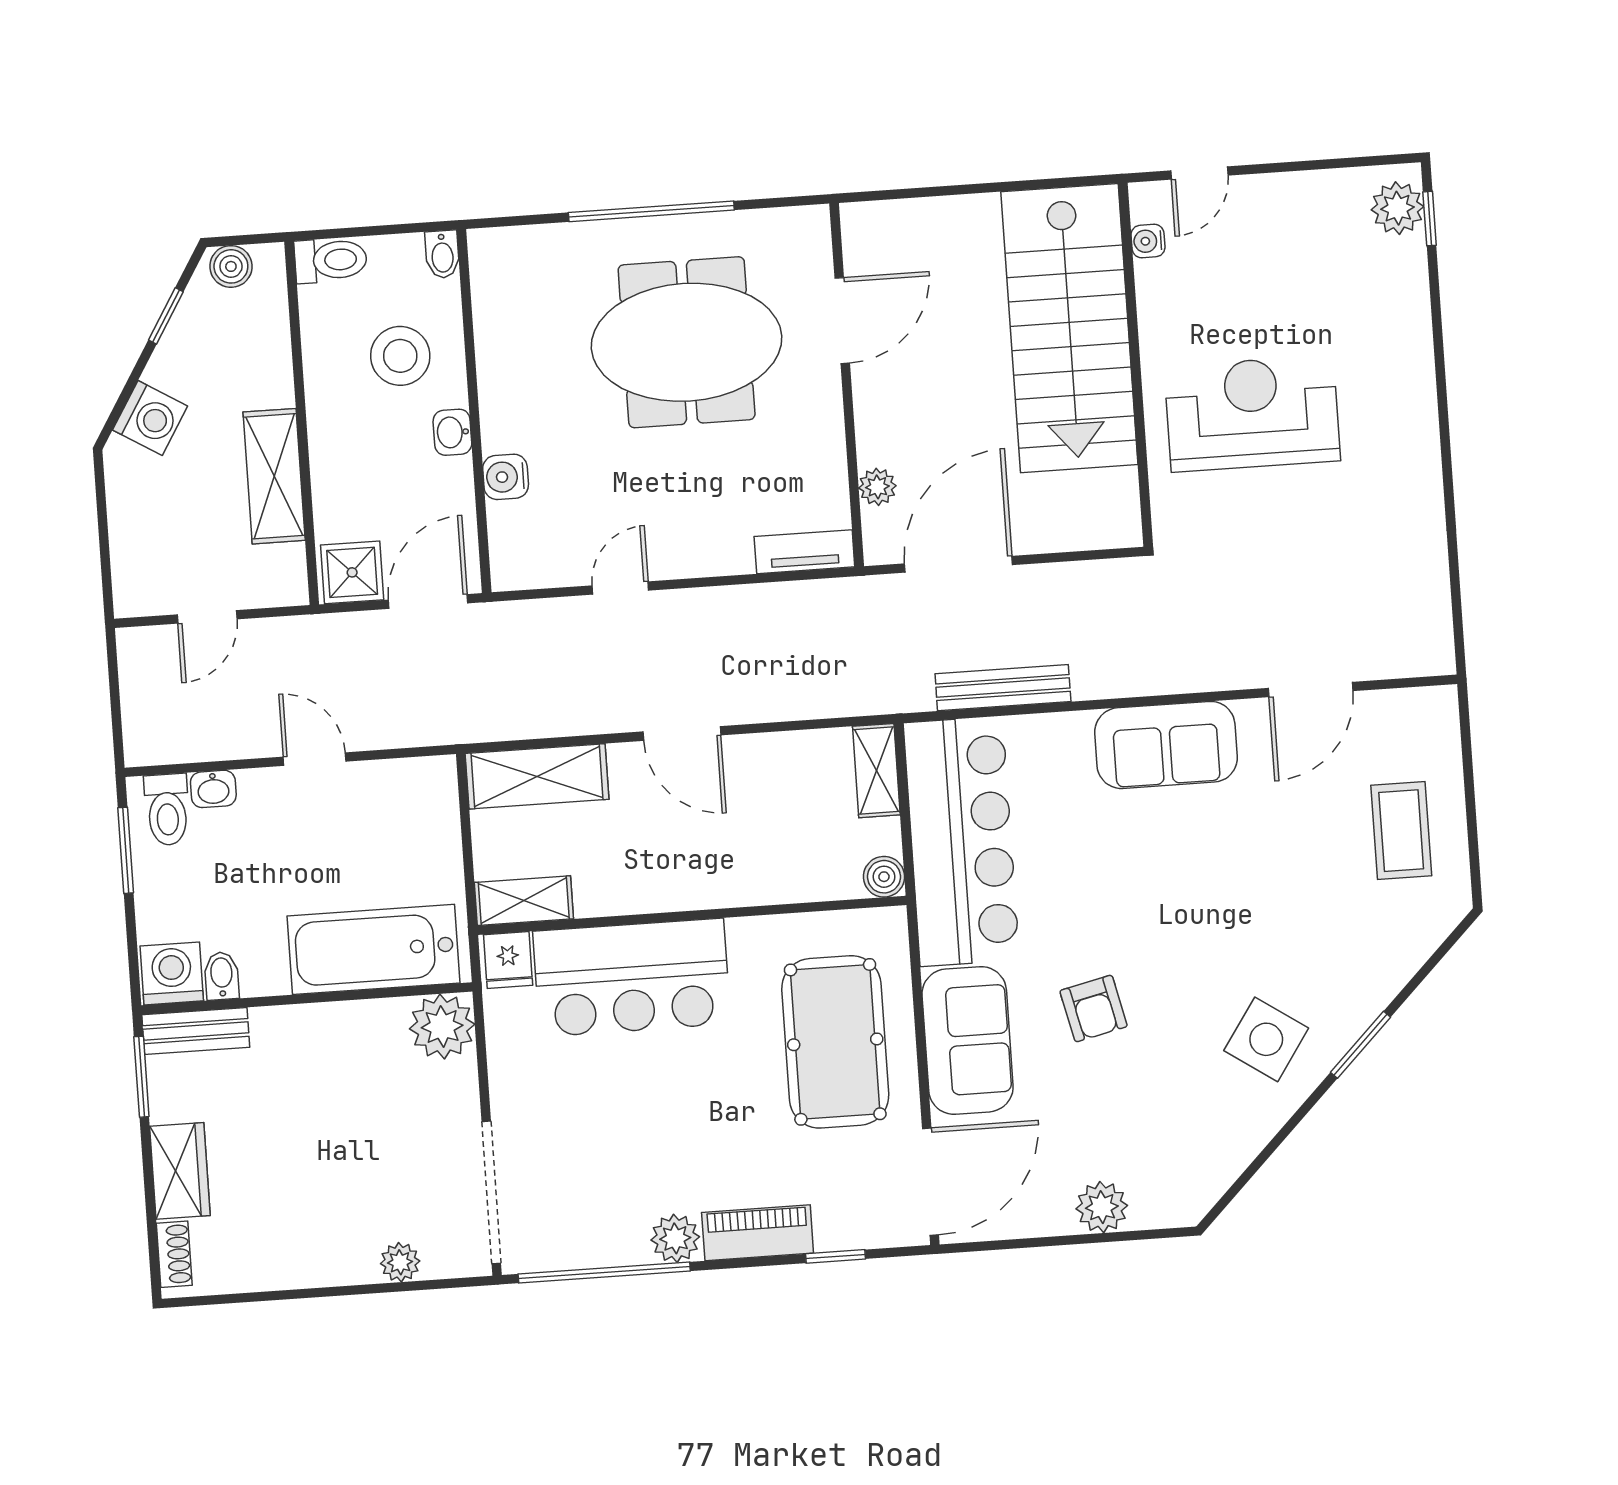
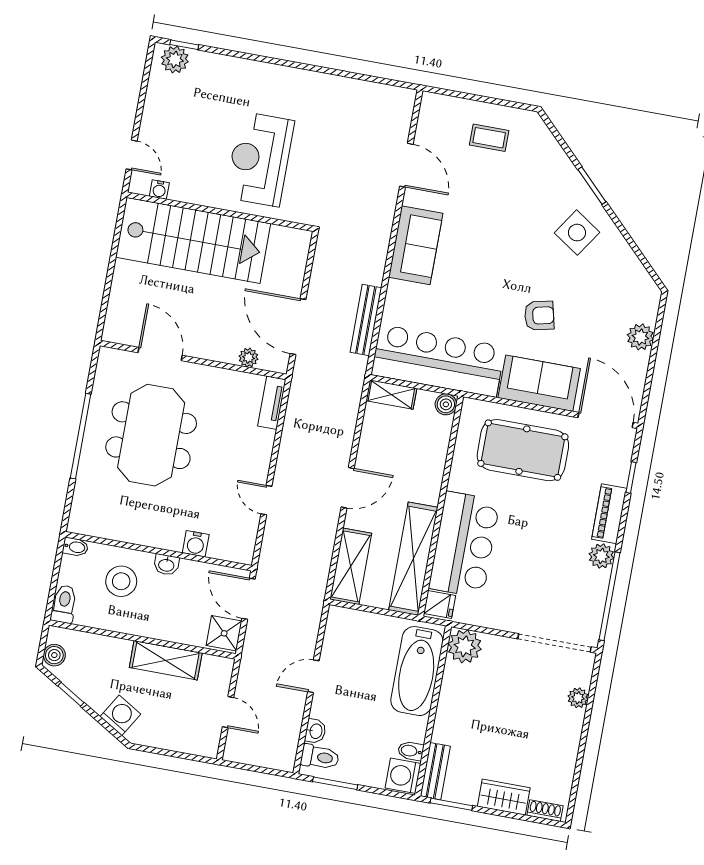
coffee table: (1401, 831) -> (489, 138), width x0.73, depth x0.77
shelving: (524, 901) -> (413, 559), width x2.20, depth x1.33

